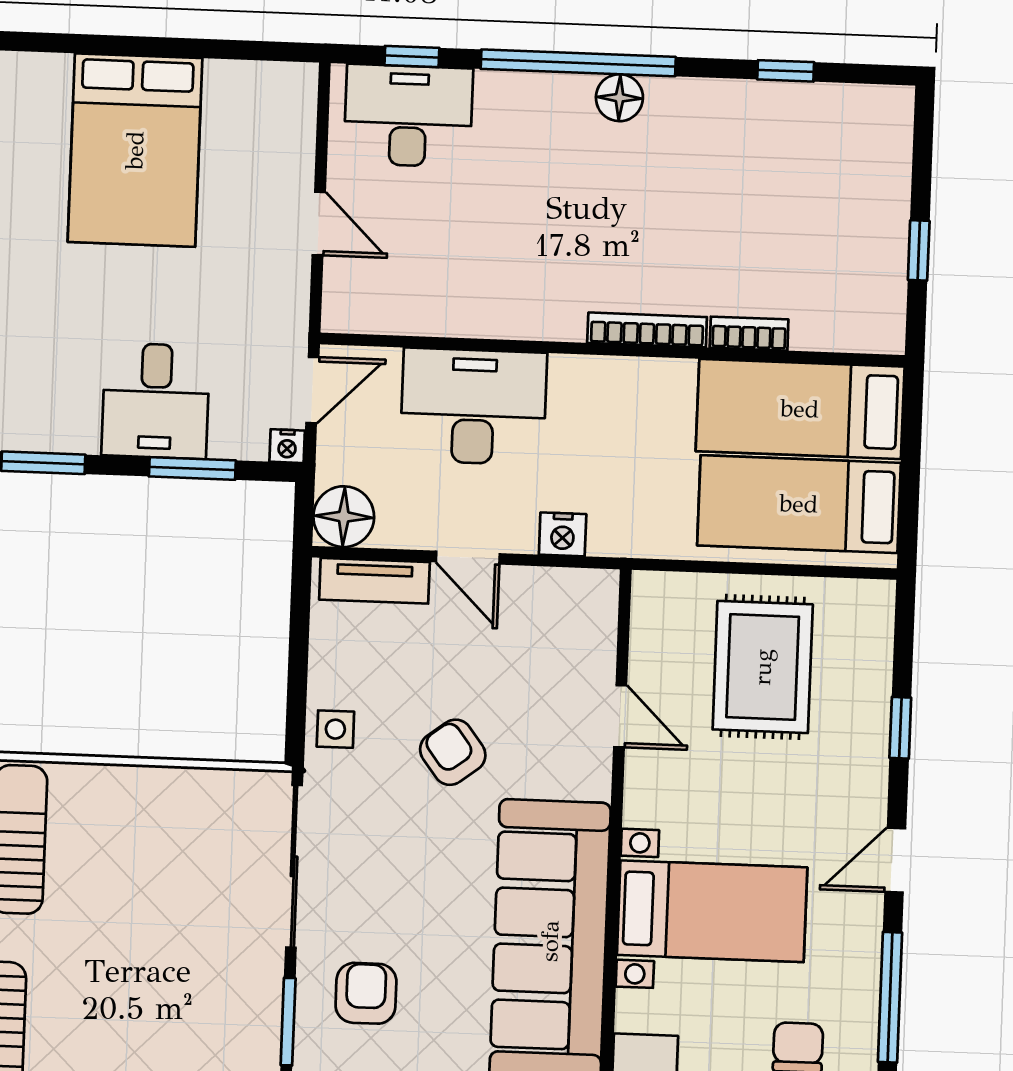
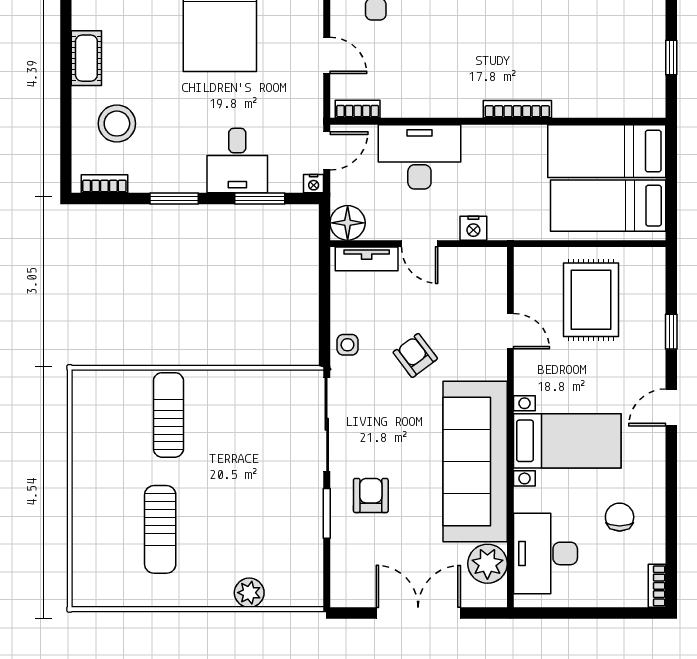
bookcase: (749, 334) -> (358, 109), moved
window: (890, 997) -> (671, 486), removed

